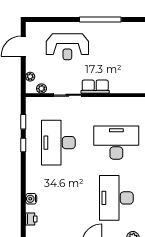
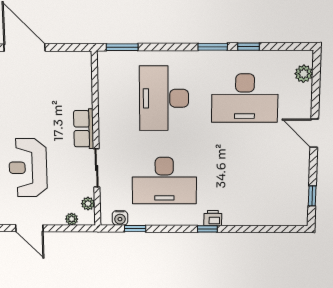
reception desk: (67, 47) -> (28, 168), turned 180
window: (23, 145) -> (207, 229), moved
water cooler: (31, 199) -> (120, 218), moved
printer: (31, 219) -> (213, 218), moved

